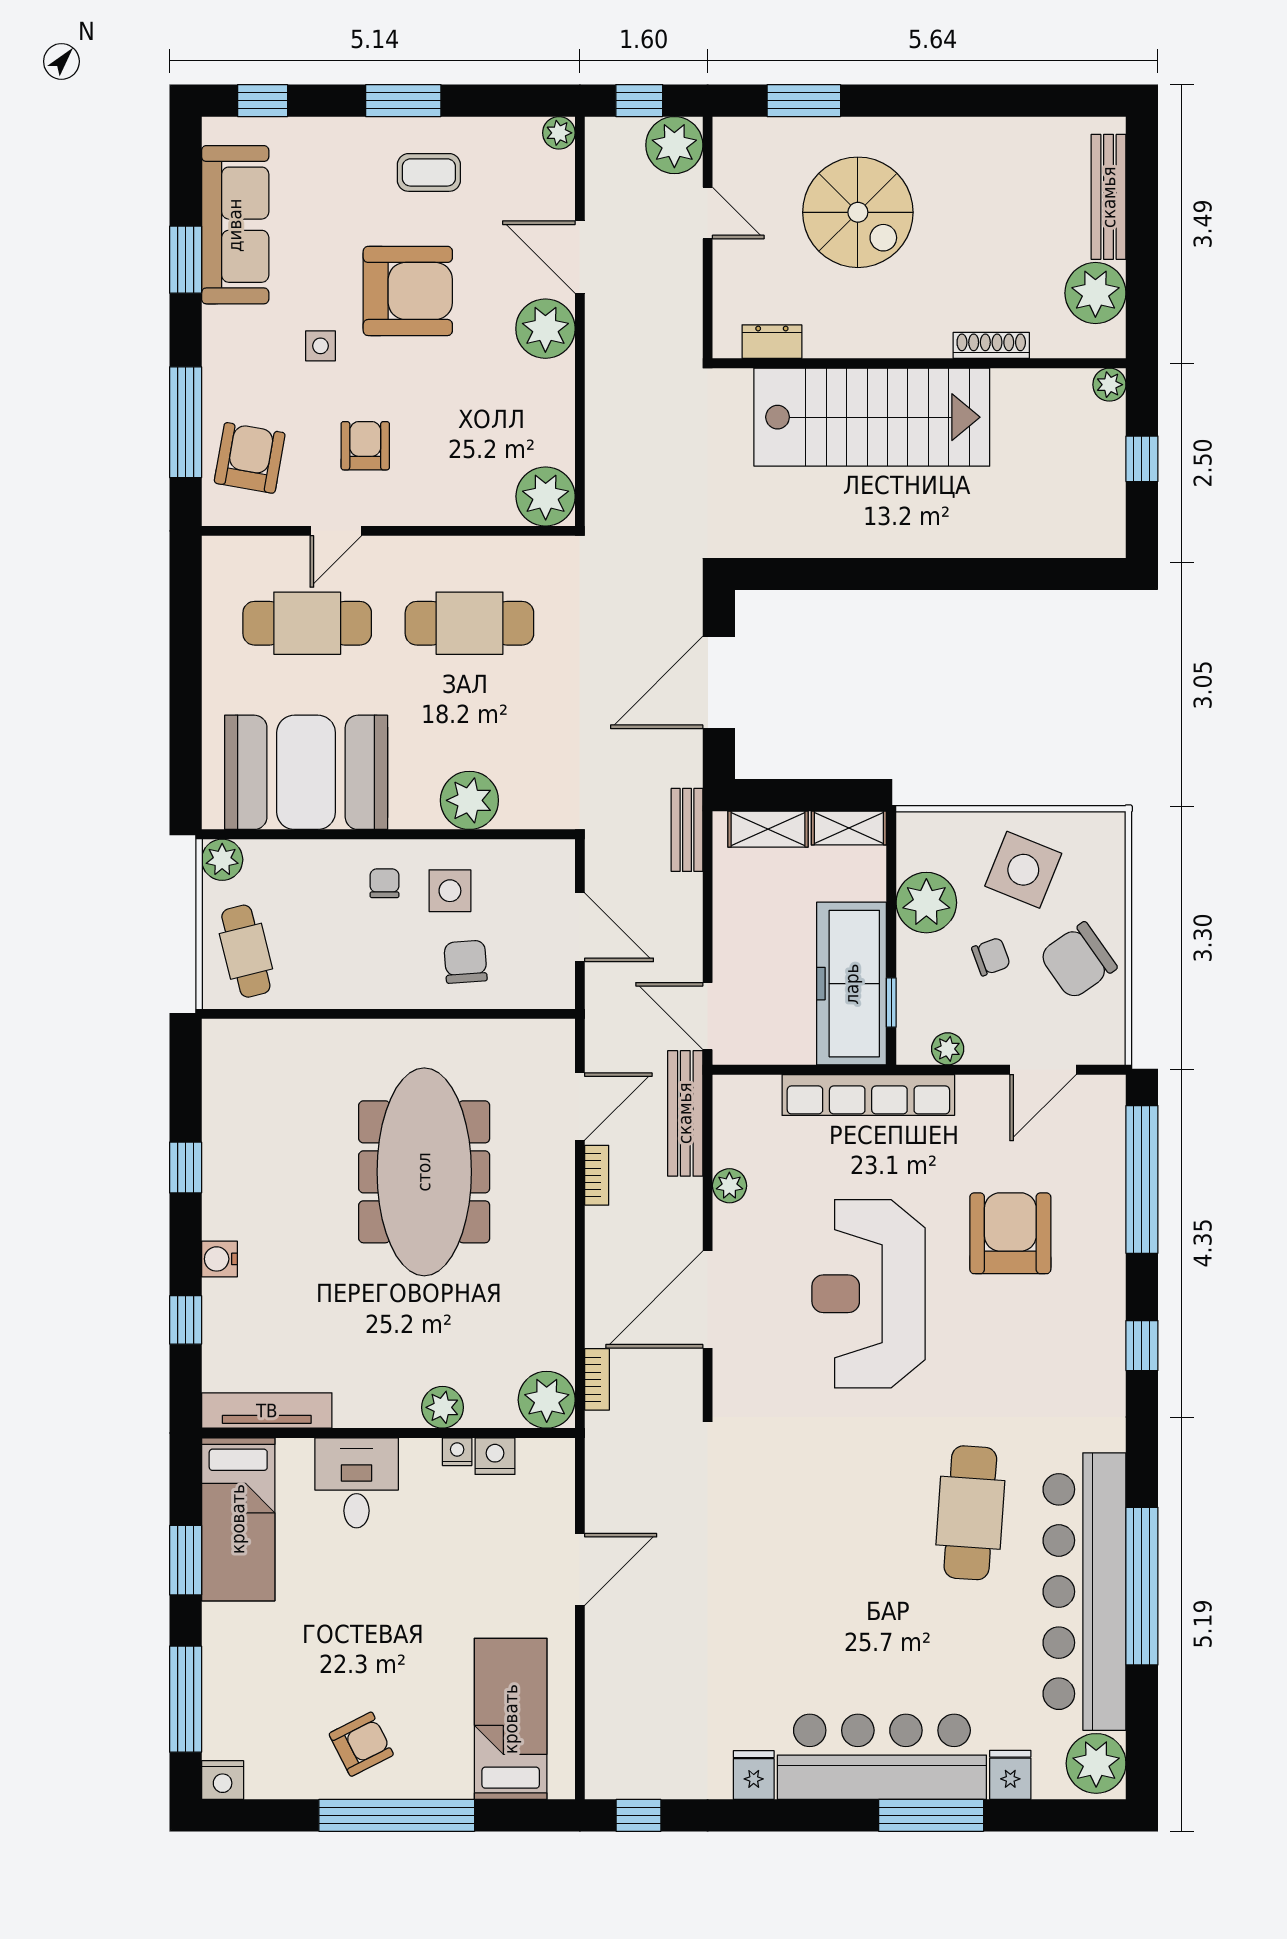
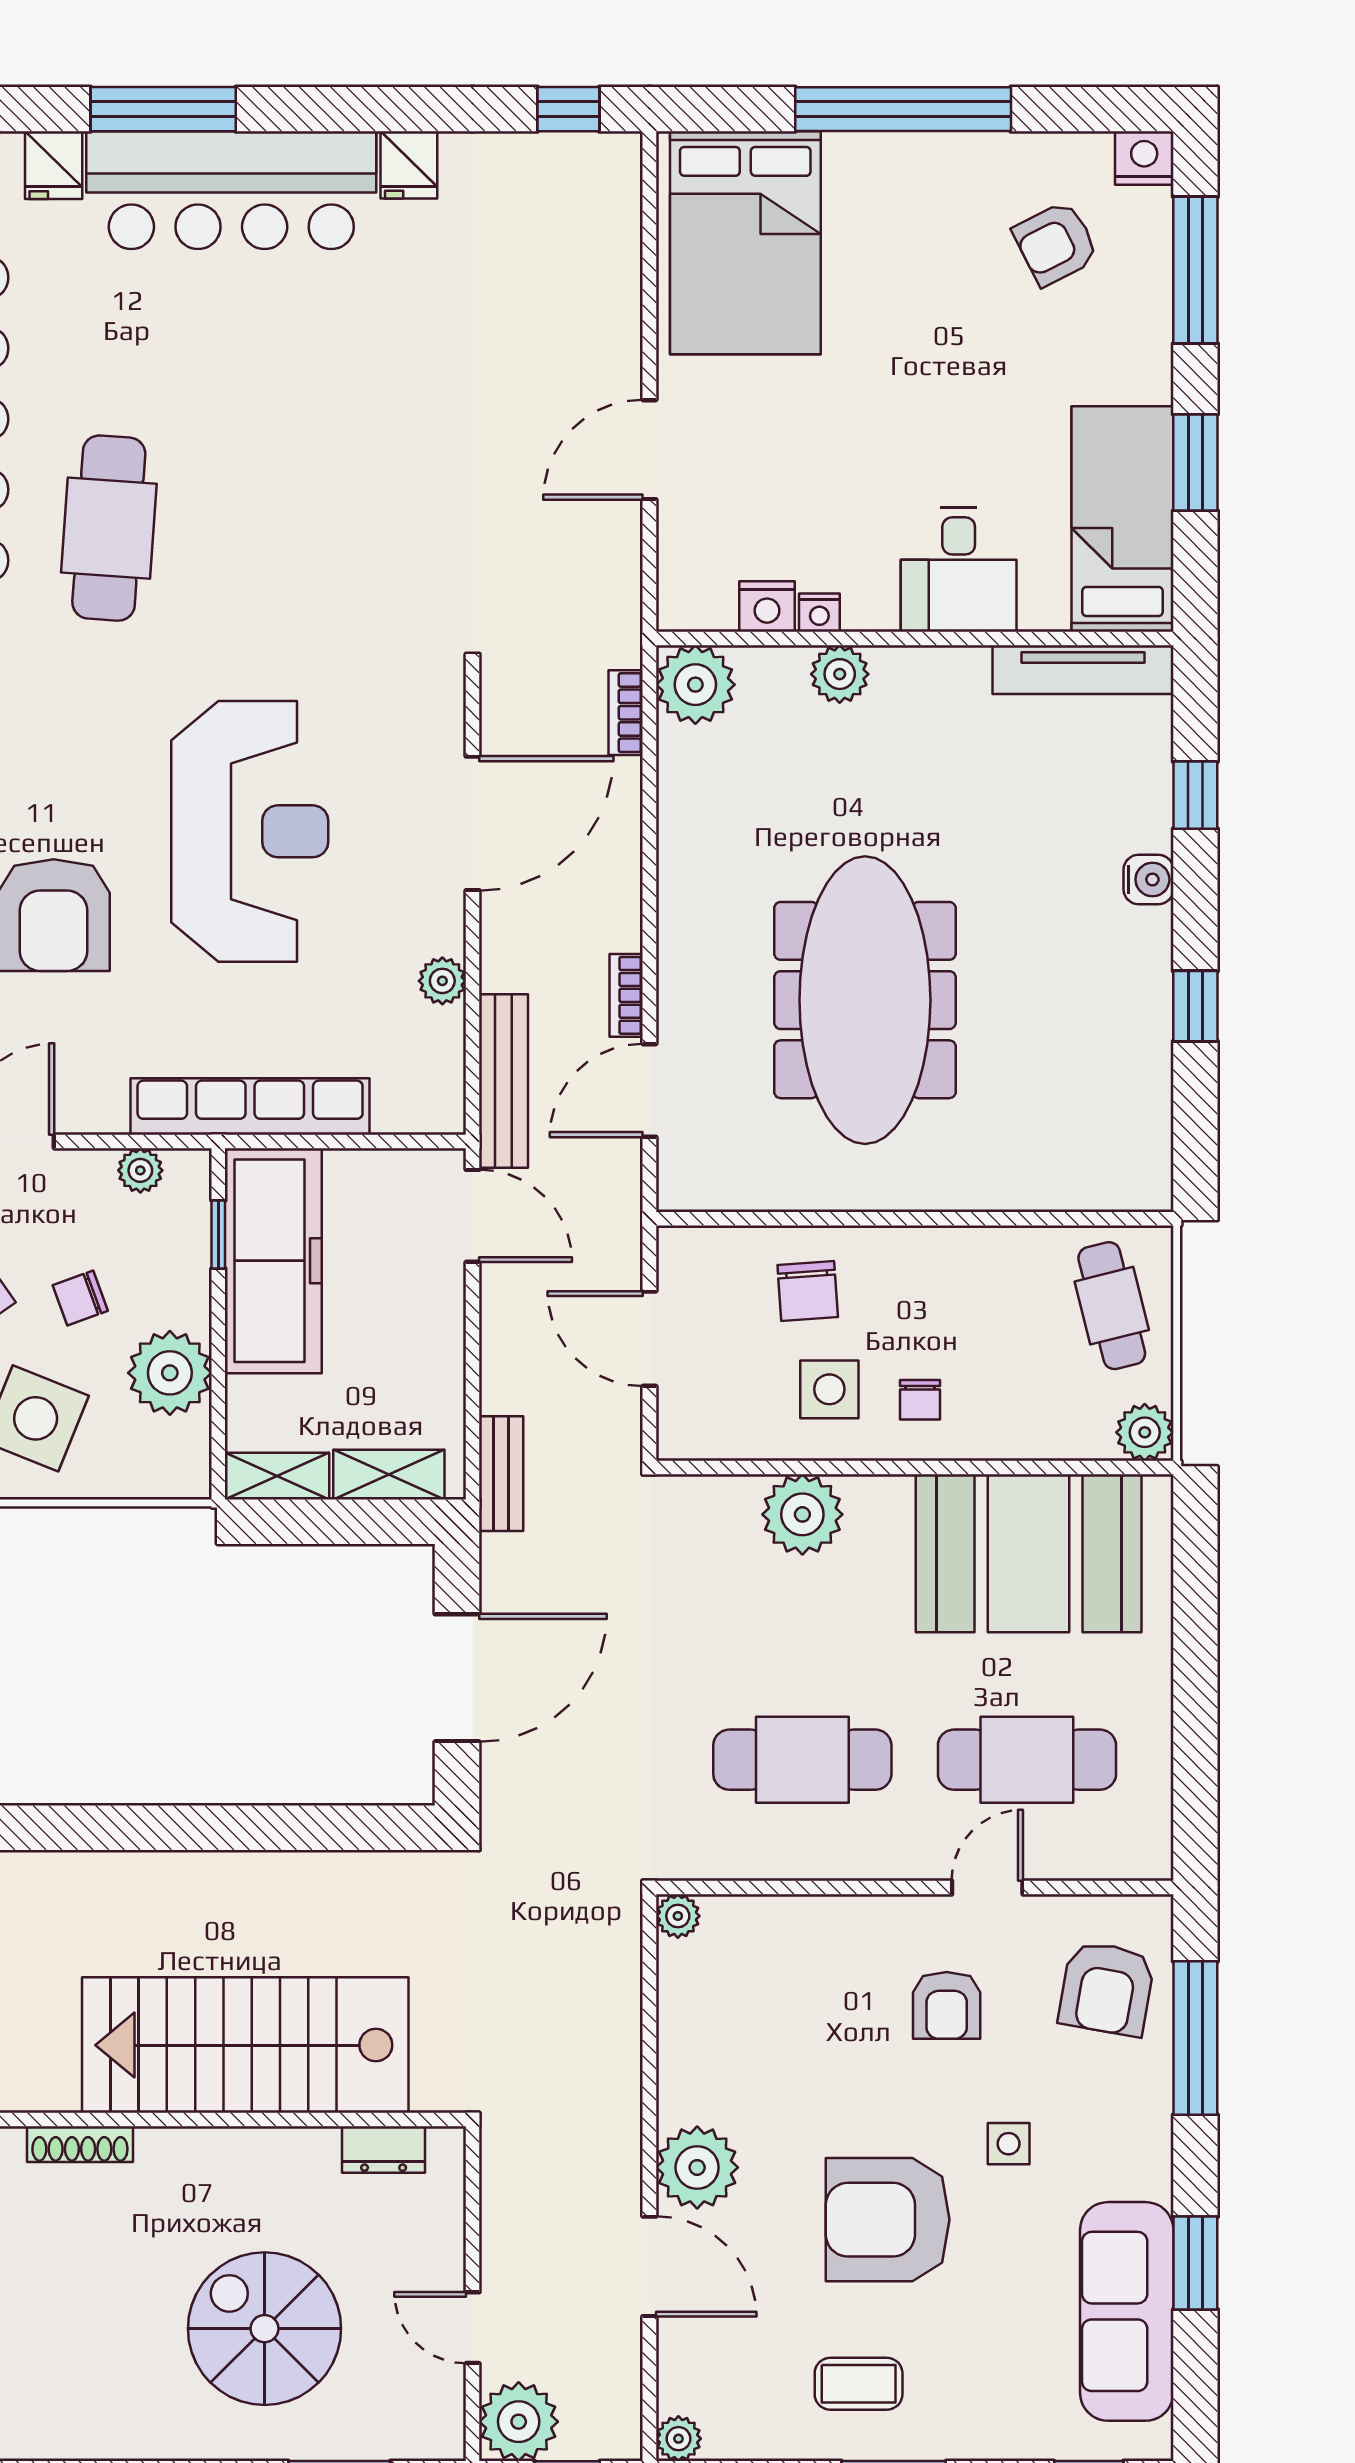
plant: (546, 496) -> (678, 1916), width x0.53, depth x0.53
bed: (511, 1719) -> (745, 243), width x1.50
armchair: (361, 1744) -> (1056, 243), moved

